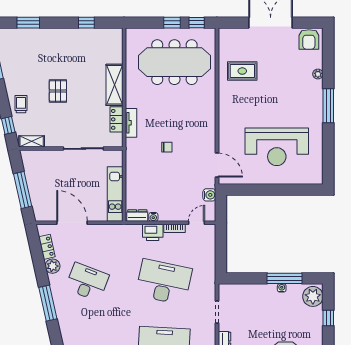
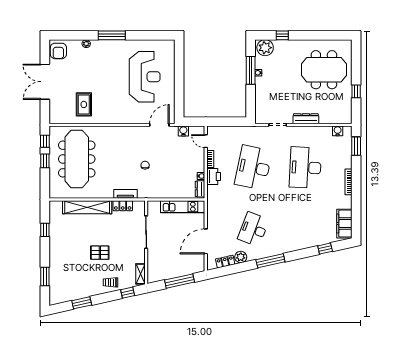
armchair: (309, 39) -> (58, 51), turned 90
shelving: (115, 85) -> (87, 207), width x1.47

